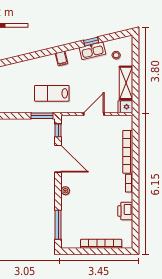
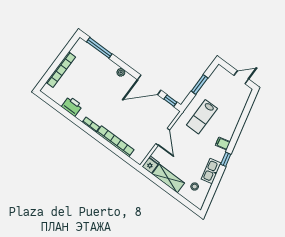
window: (91, 42) -> (226, 159), moved
lab bench: (52, 93) -> (202, 117), turned 180
window: (42, 116) -> (200, 84), moved

